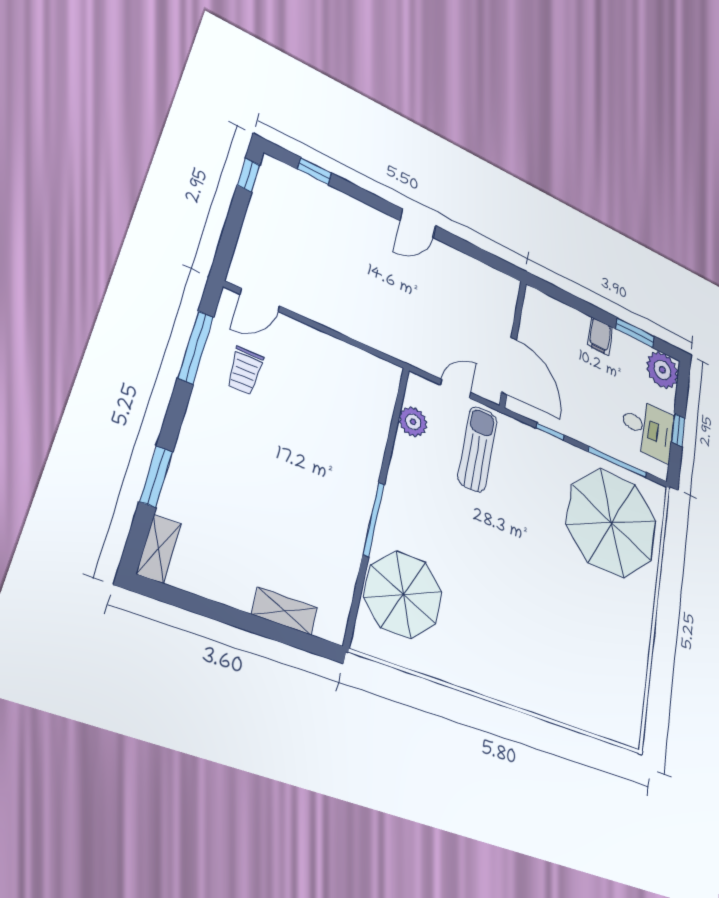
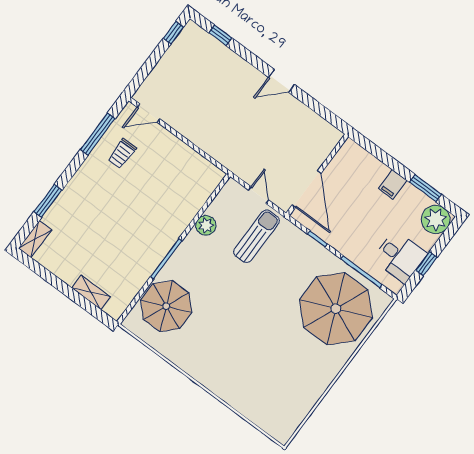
door: (456, 389) -> (259, 195), hinge flipped
plant: (413, 422) -> (206, 225), moved

